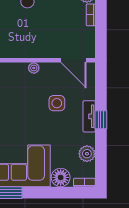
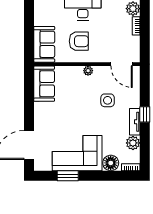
armchair: (23, 33) -> (79, 41), added
tv unit: (89, 116) -> (135, 122), moved

